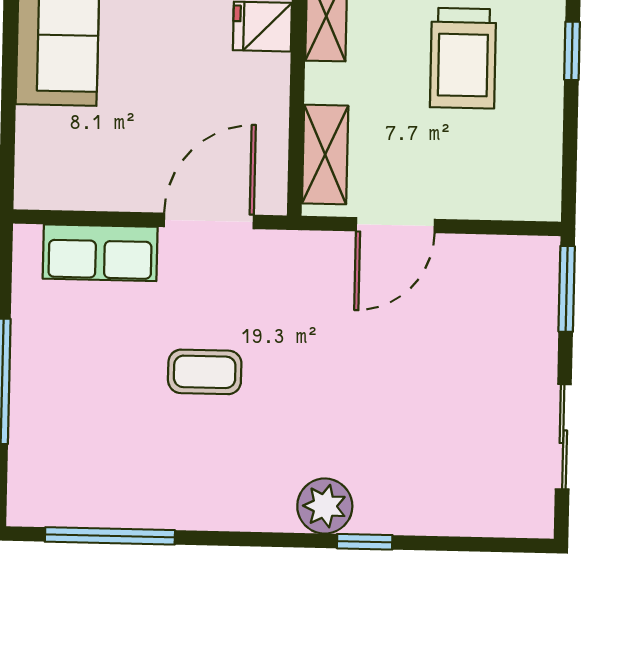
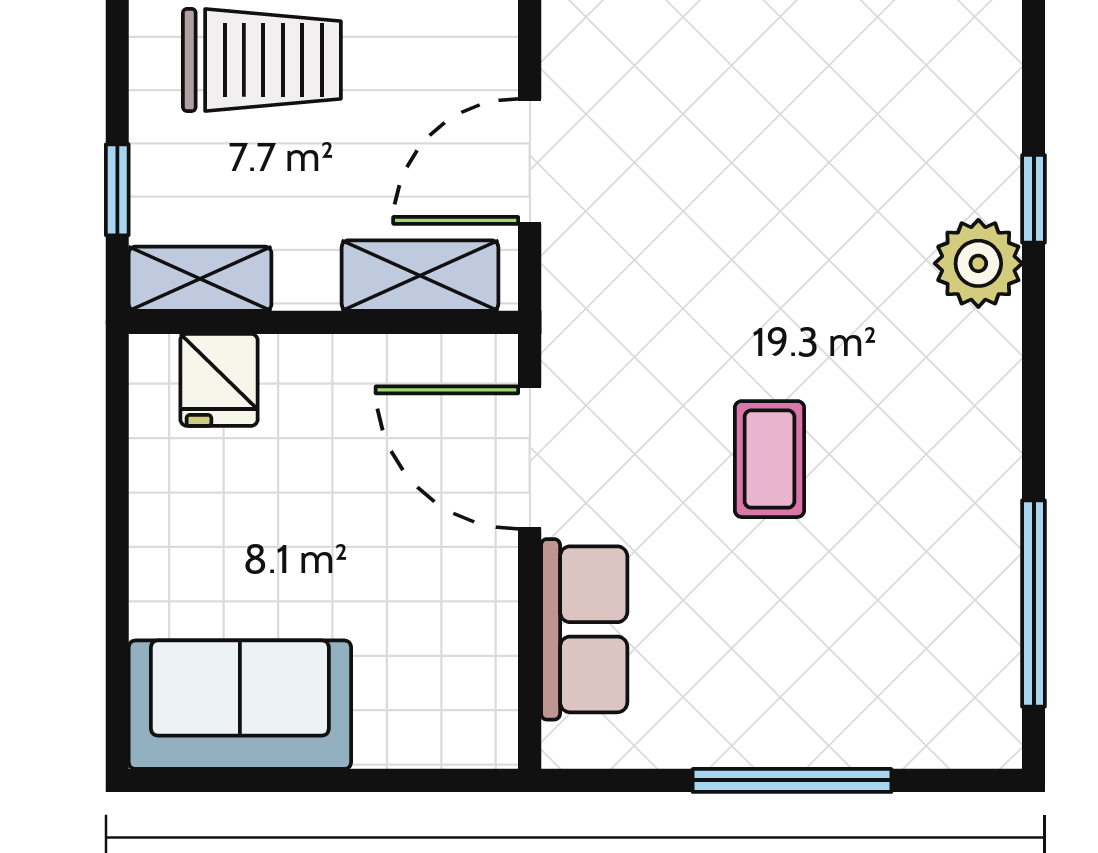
door: (395, 225) -> (530, 161), swing flipped

